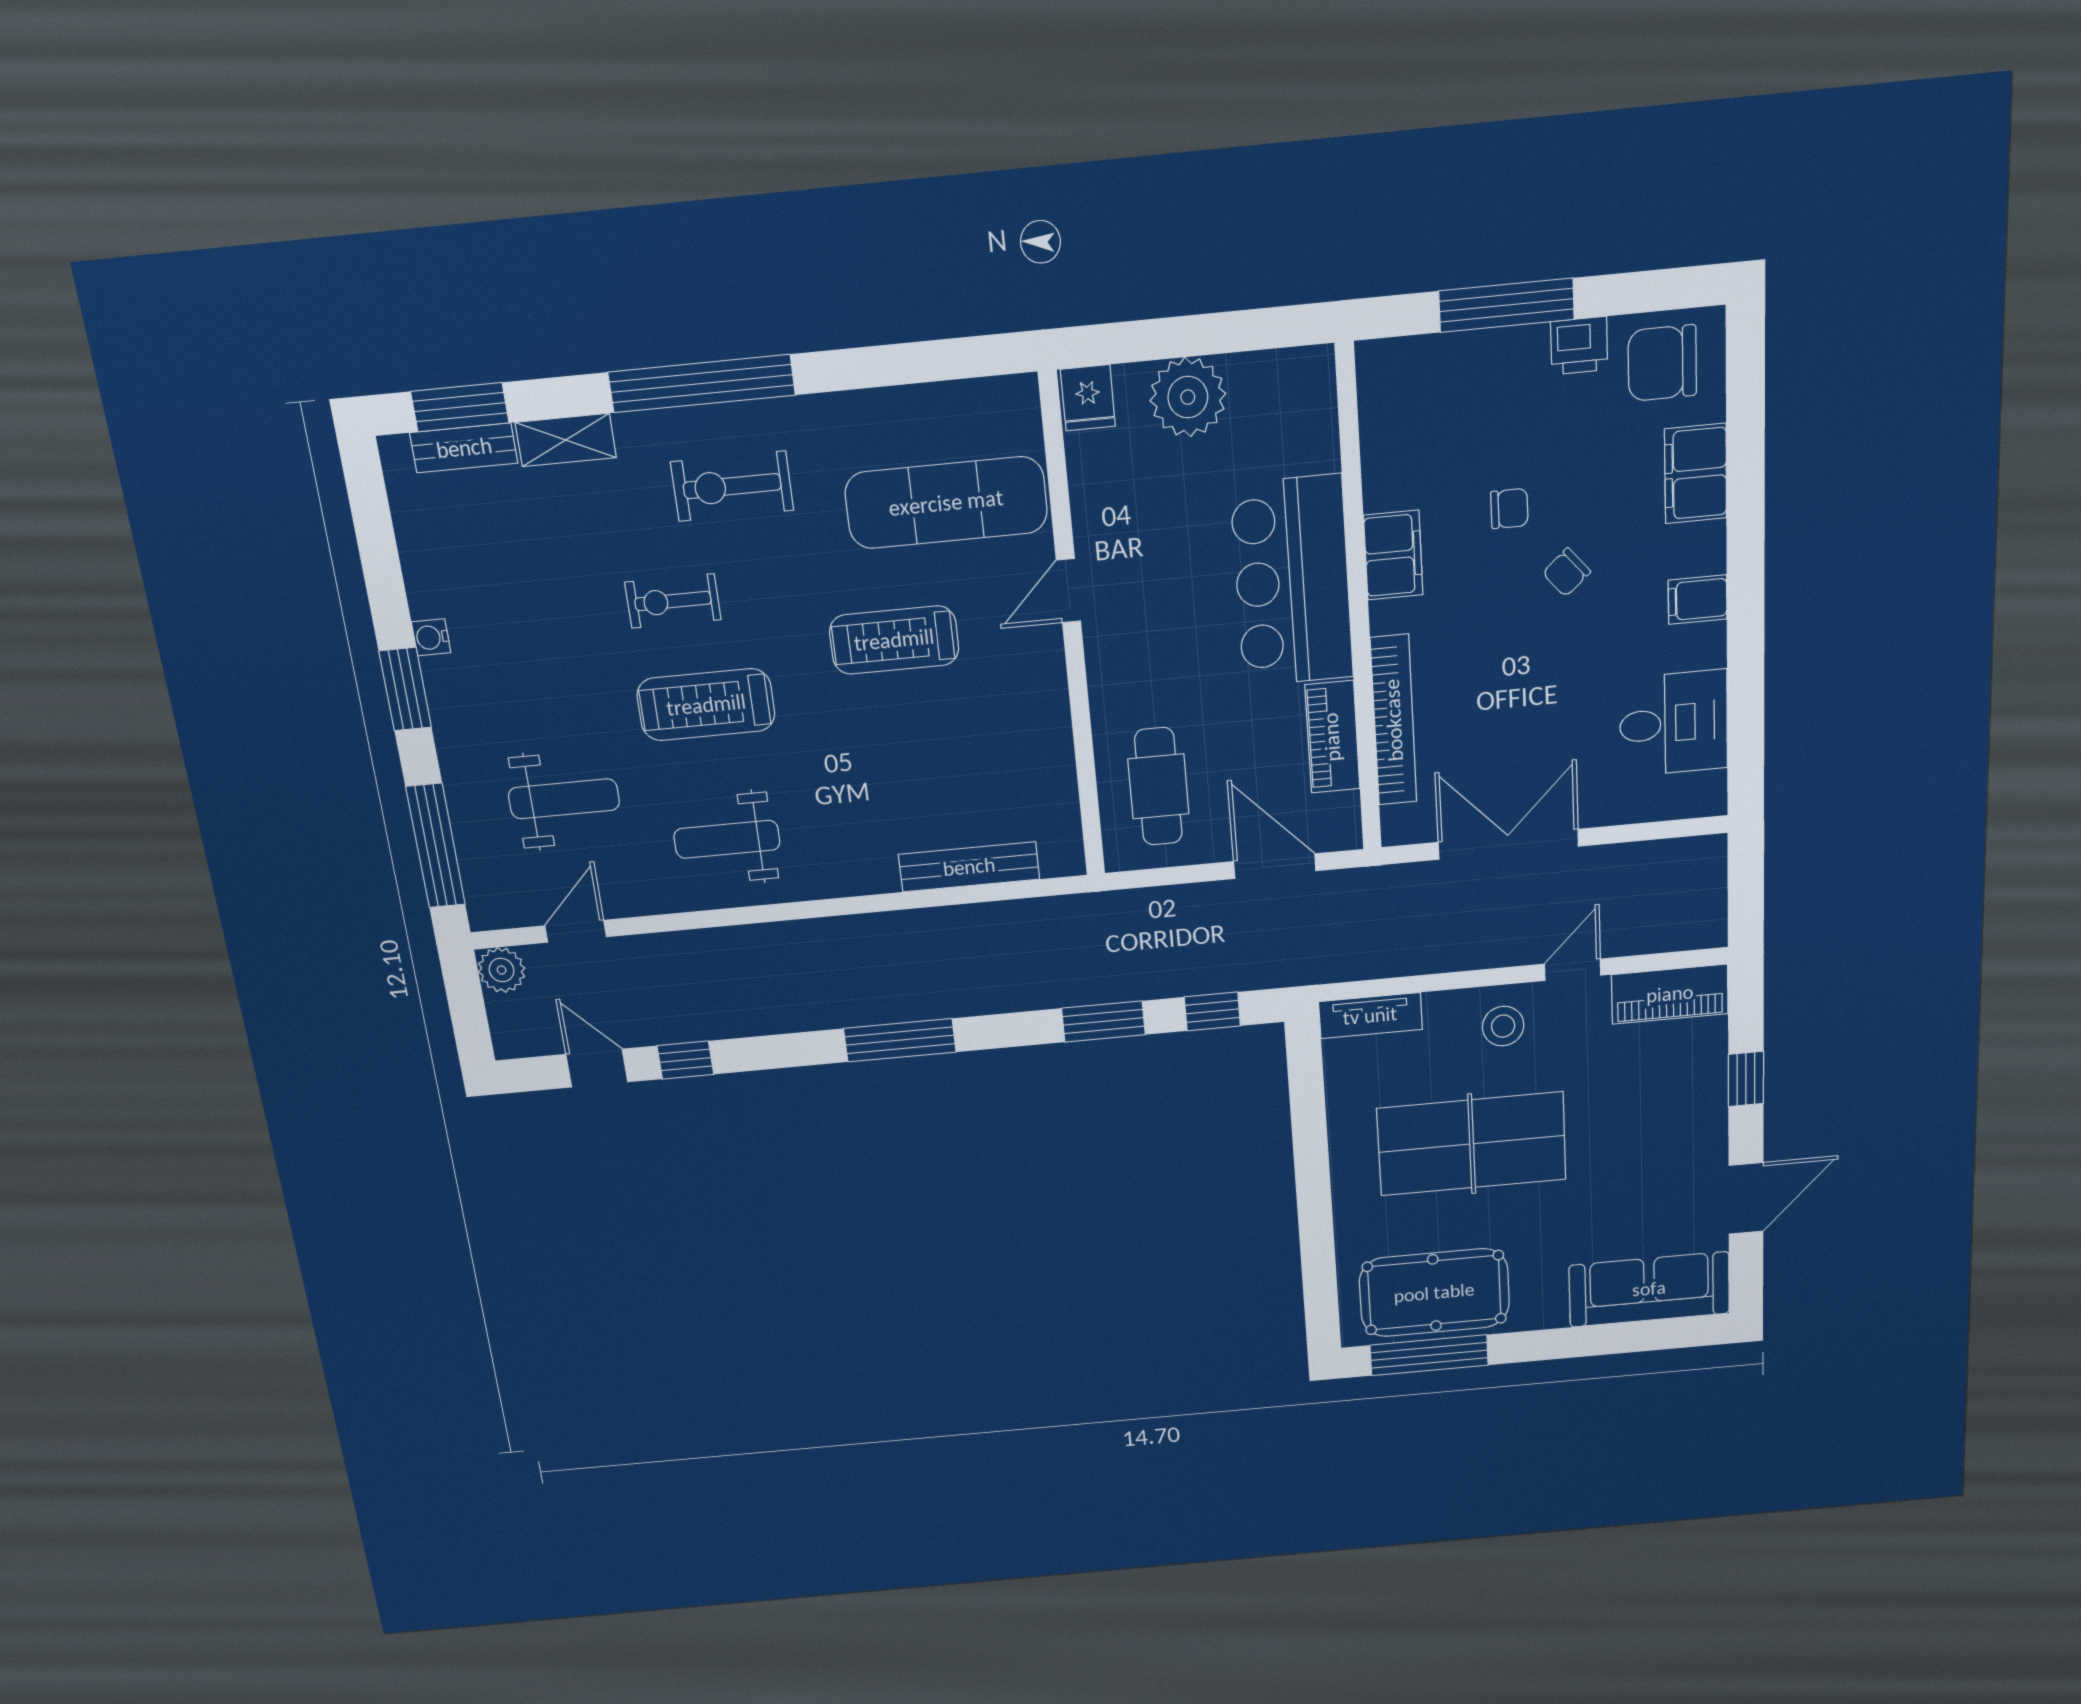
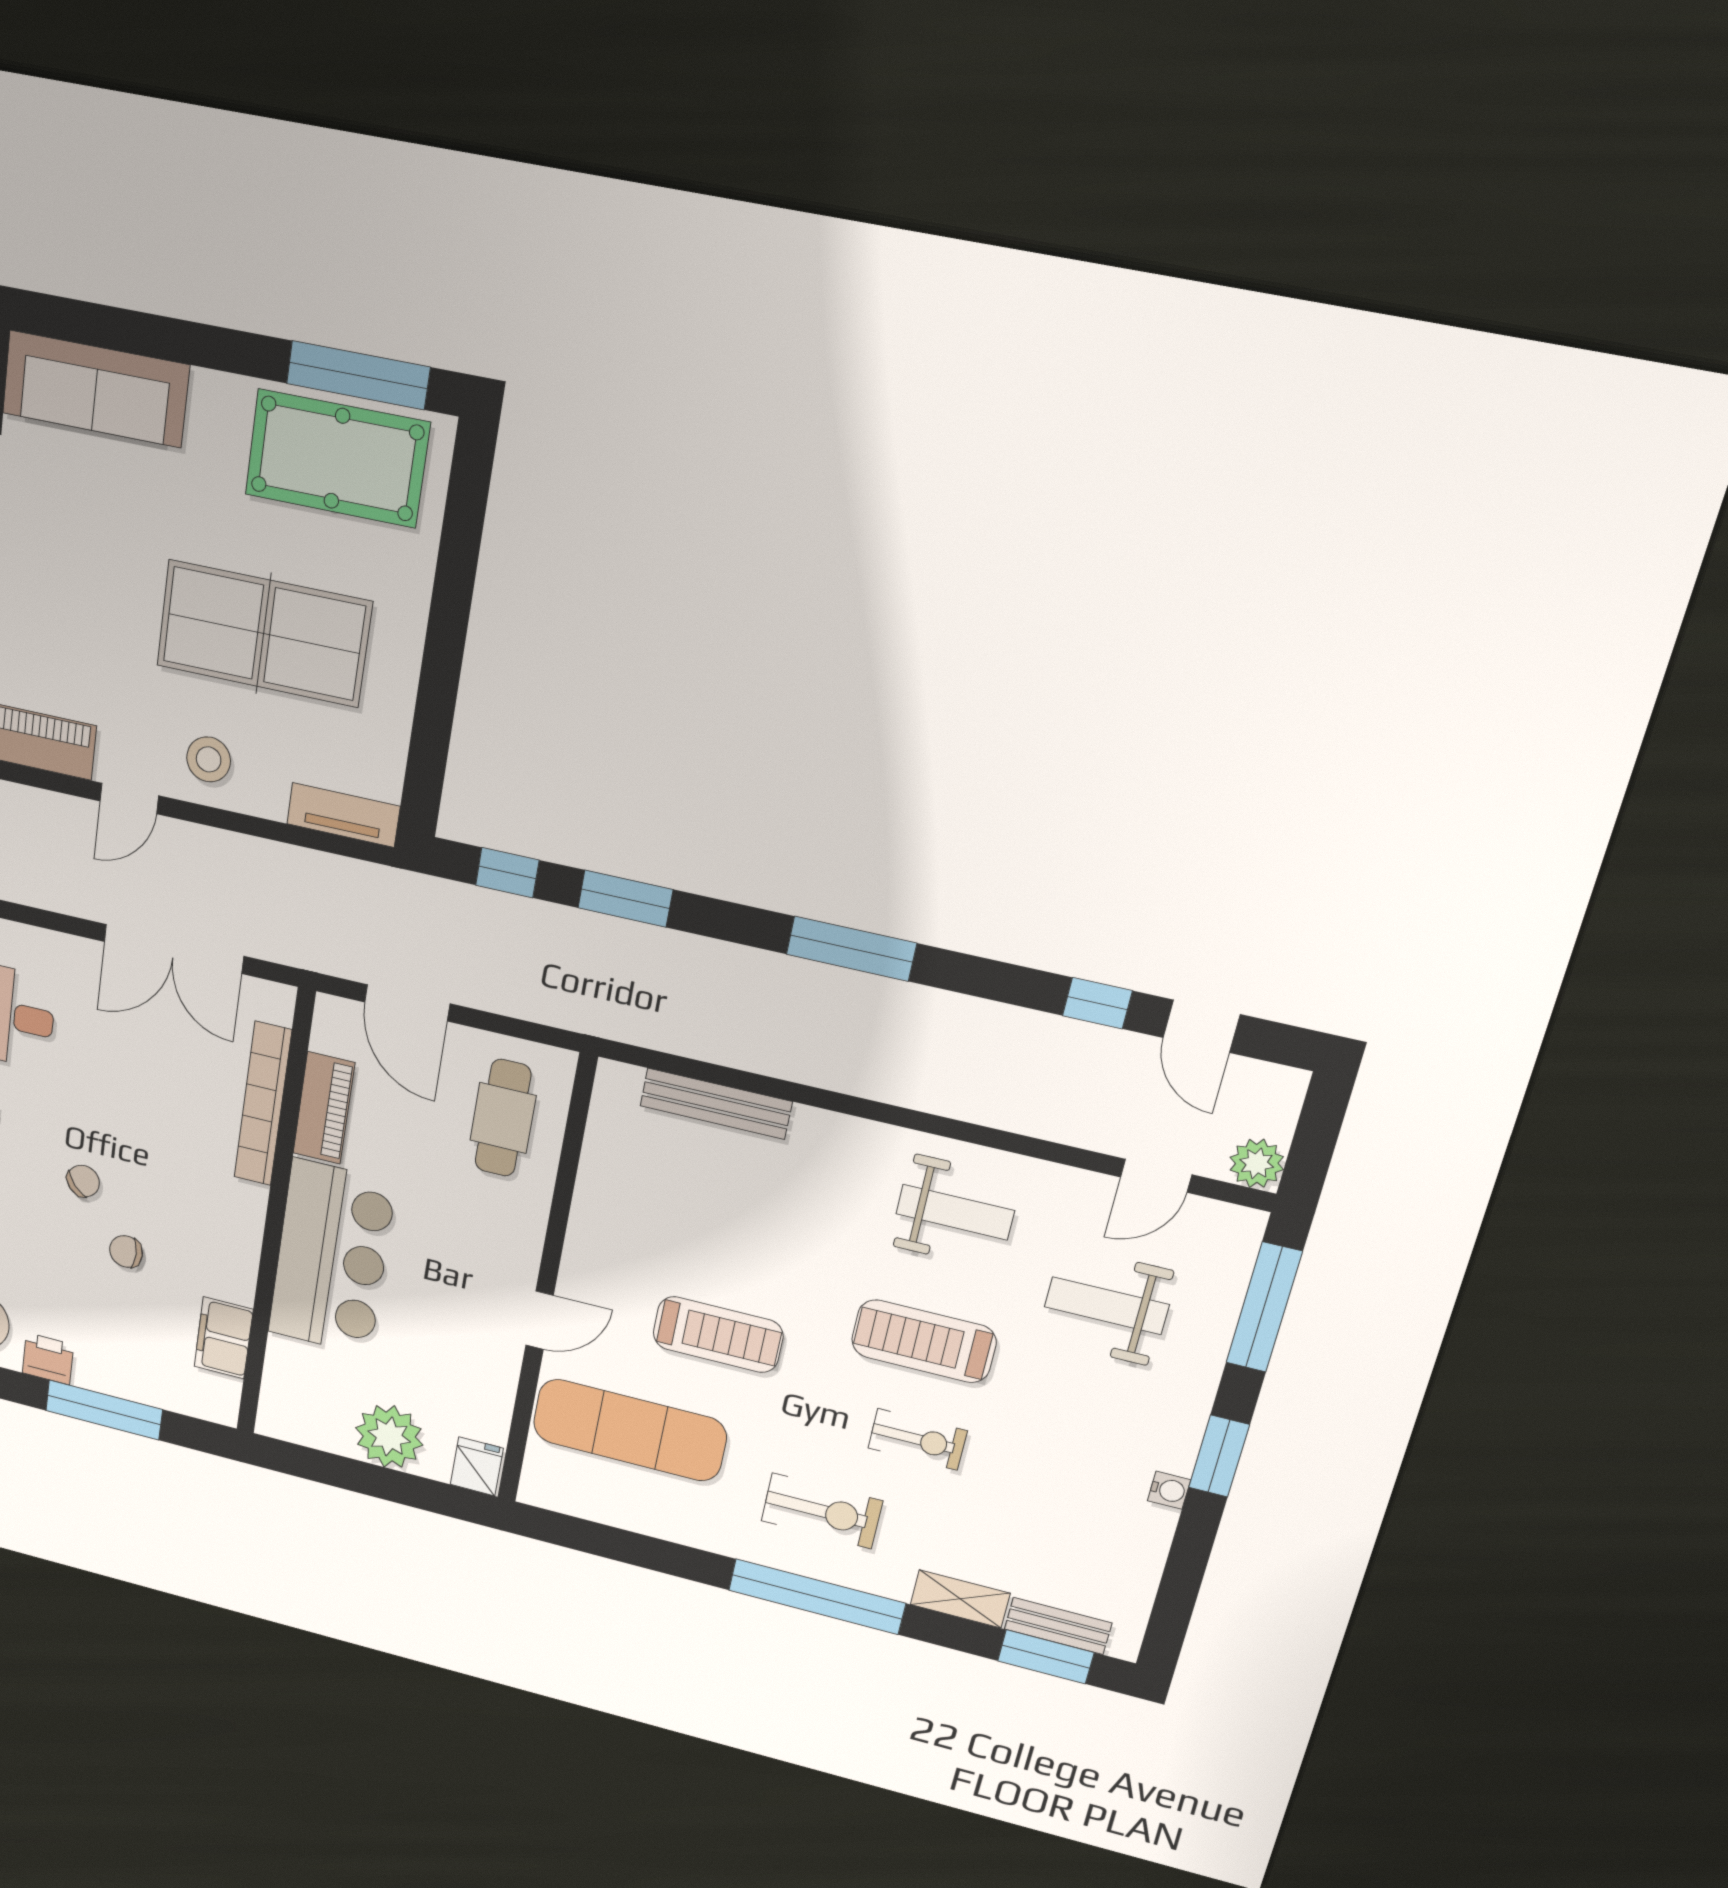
filing cabinet: (1393, 555) -> (224, 1338), moved
treadmill: (706, 705) -> (924, 1341), turned 180

